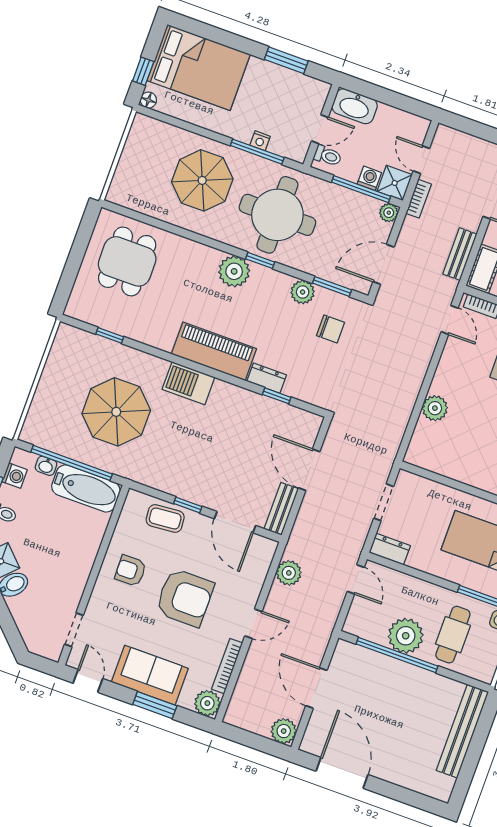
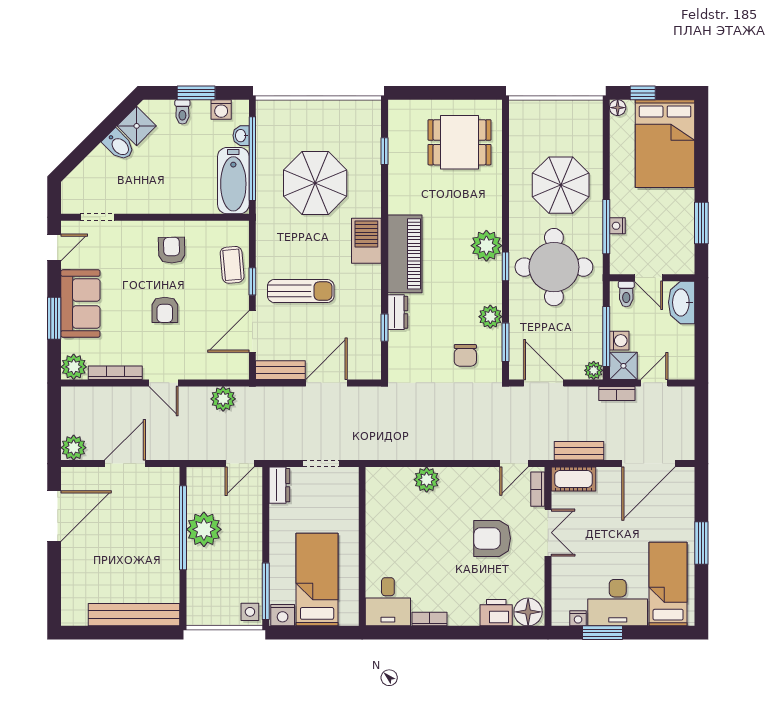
sun lounger: (213, 463) -> (301, 291), added
armchair: (185, 598) -> (165, 310), width x0.53, depth x0.53
cafe table: (453, 635) -> (221, 573), removed

